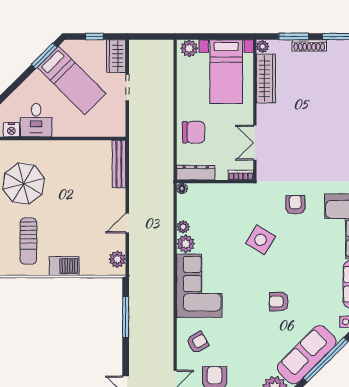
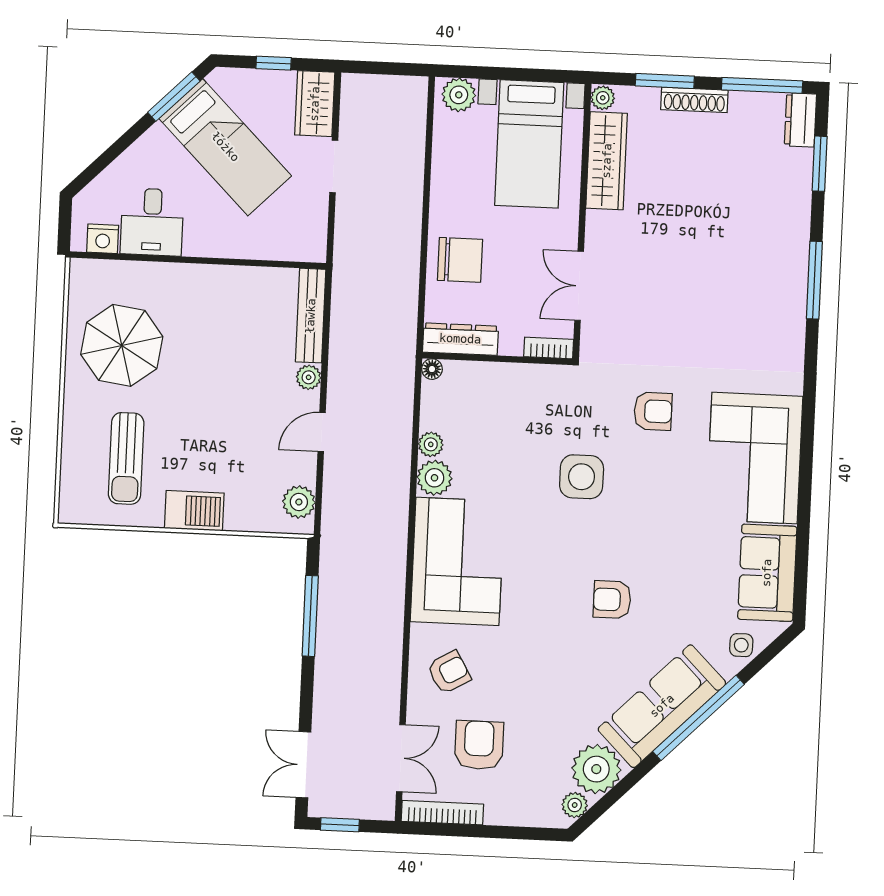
plant: (119, 196) -> (309, 377), added
armchair: (295, 205) -> (653, 411), turned 90
side table: (261, 240) -> (582, 477), turned -31

